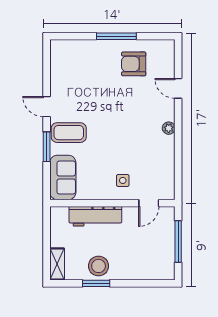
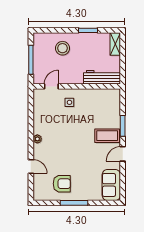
door: (47, 107) -> (123, 154), swing flipped
sofa: (63, 177) -> (111, 185), moved
workbench: (95, 216) -> (102, 77), moved
stool: (99, 266) -> (62, 48), moved

